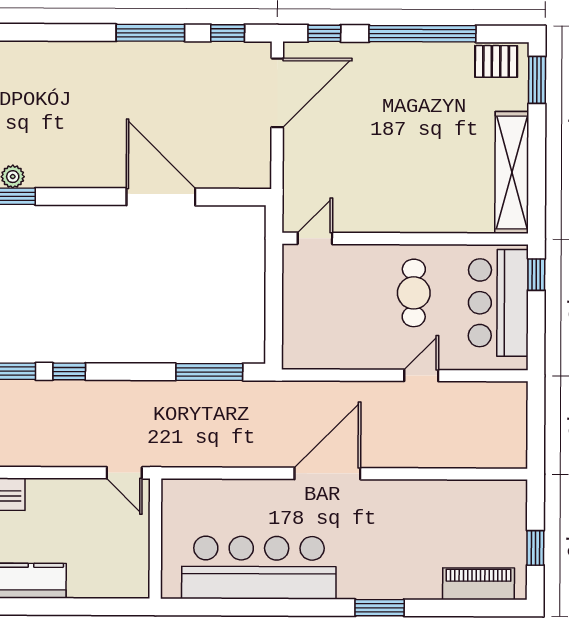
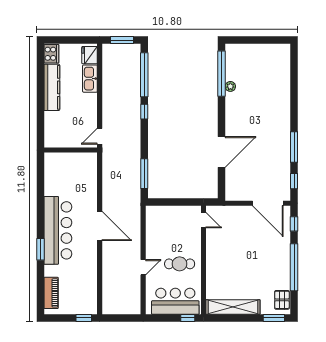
door: (421, 375) -> (143, 267), hinge flipped
window: (535, 548) -> (84, 318), moved
bar counter: (259, 568) -> (58, 230), moved

